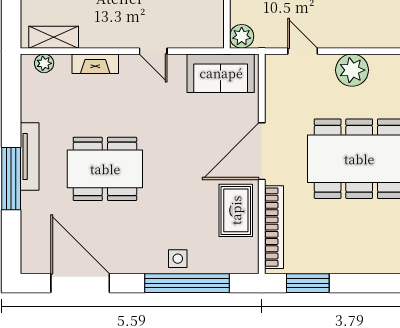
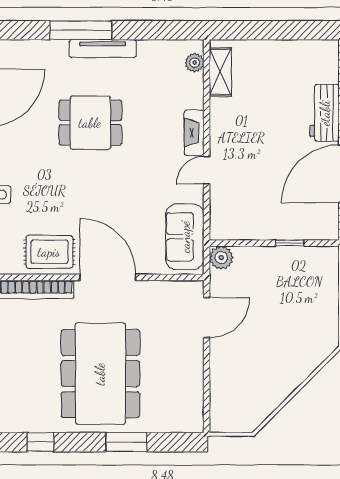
door: (303, 51) -> (207, 318), width x1.38
fireplace: (95, 64) -> (194, 133), moved
plant: (352, 70) -> (188, 366), removed
dining table: (105, 169) -> (90, 123), width x0.73

